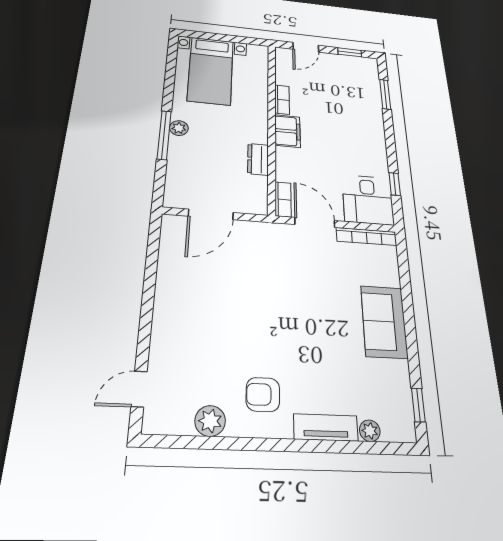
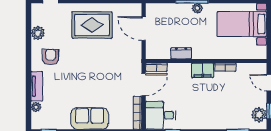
plant: (356, 65) -> (259, 115), added
rug: (199, 306) -> (92, 25), added

